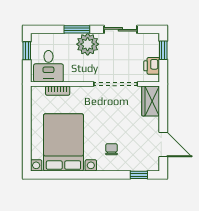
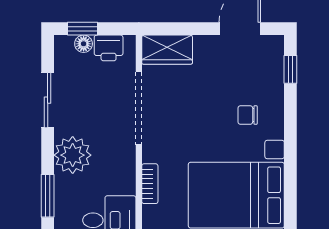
window: (77, 29) -> (48, 196), moved
floor lamp: (154, 51) -> (84, 44), added
bookcase: (58, 91) -> (150, 184), moved

